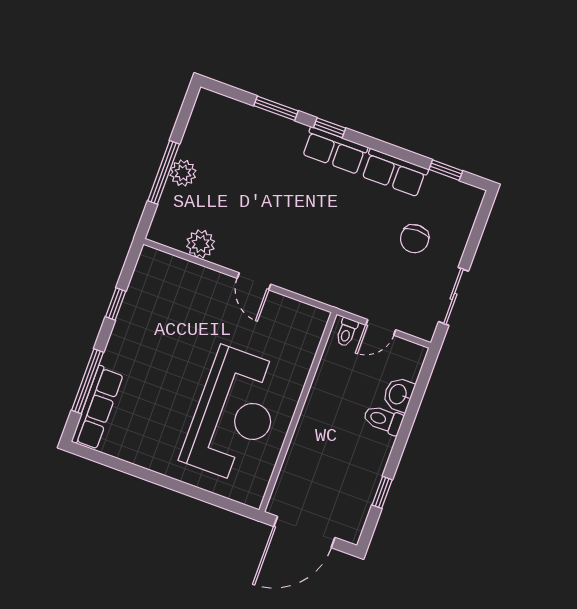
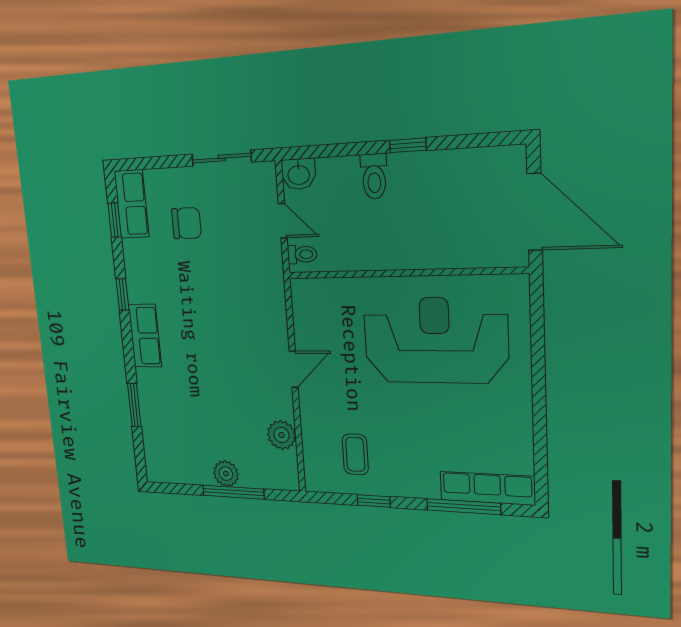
window: (330, 128) -> (122, 294), moved
row of seats: (395, 173) -> (132, 204), moved
coffee table: (162, 305) -> (355, 454), added
washbasin: (398, 394) -> (299, 174), moved
window: (382, 492) -> (408, 145), moved

